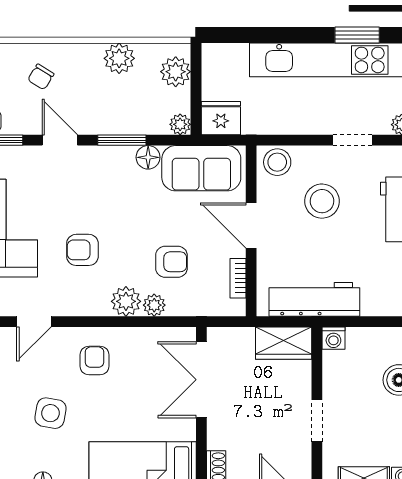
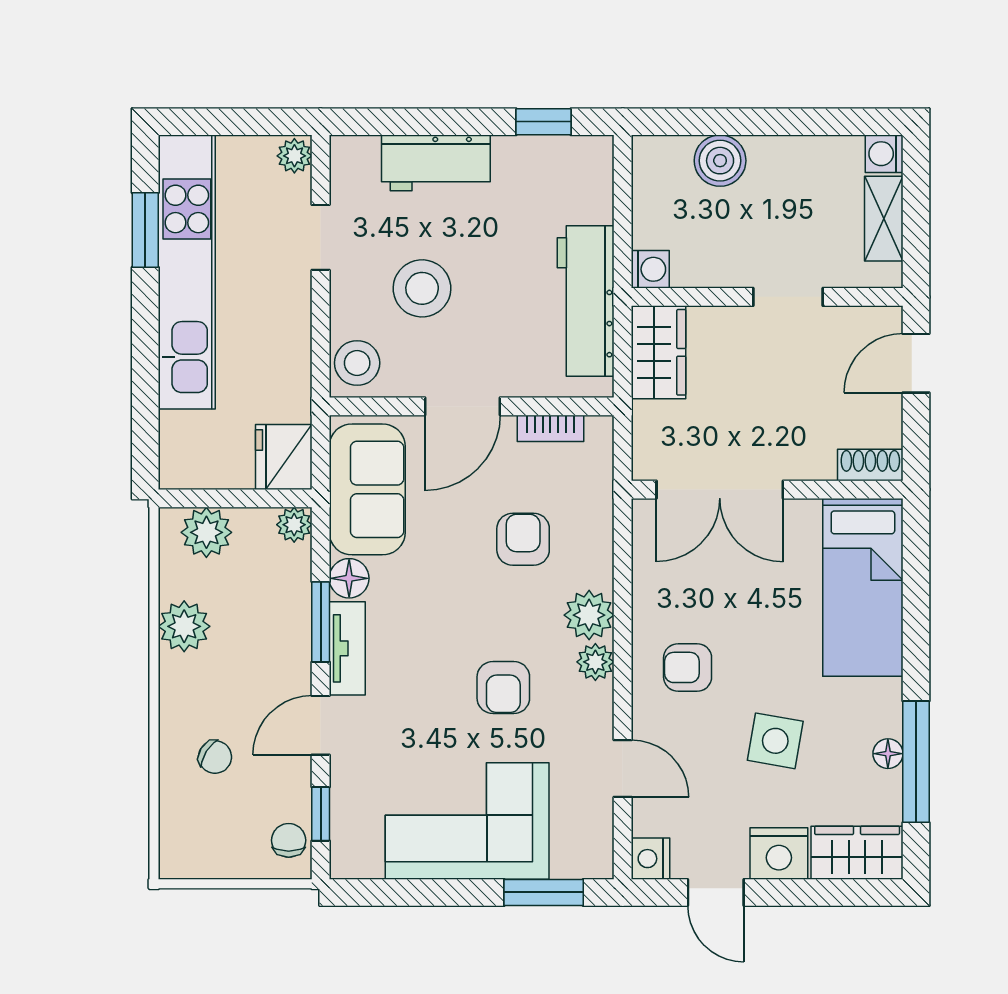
tv unit: (106, 156) -> (347, 648), added
plant: (154, 305) -> (595, 662), moved

